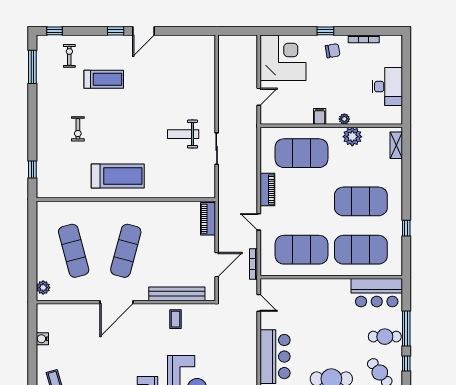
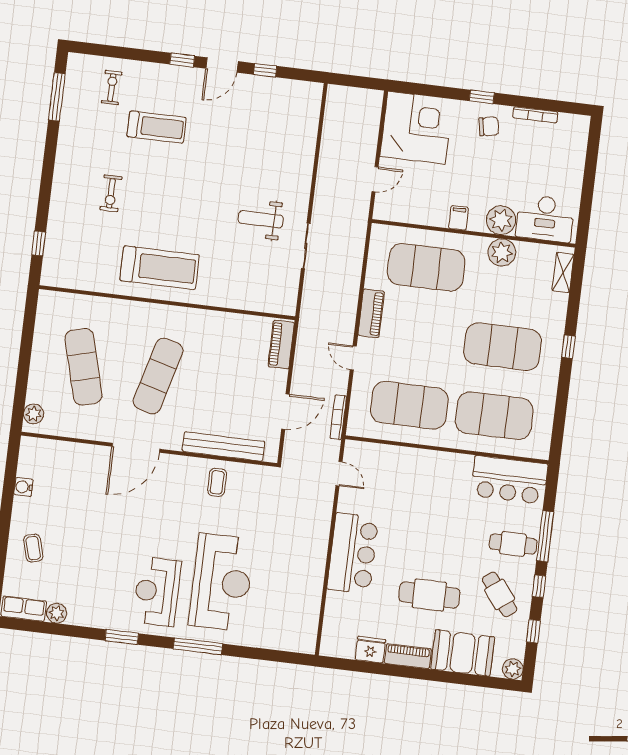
window: (55, 31) -> (265, 70), moved
desk: (387, 87) -> (545, 218), moved, turned 90
plant: (344, 119) -> (501, 220), width x1.87, depth x1.87
window: (406, 228) -> (568, 347), moved

